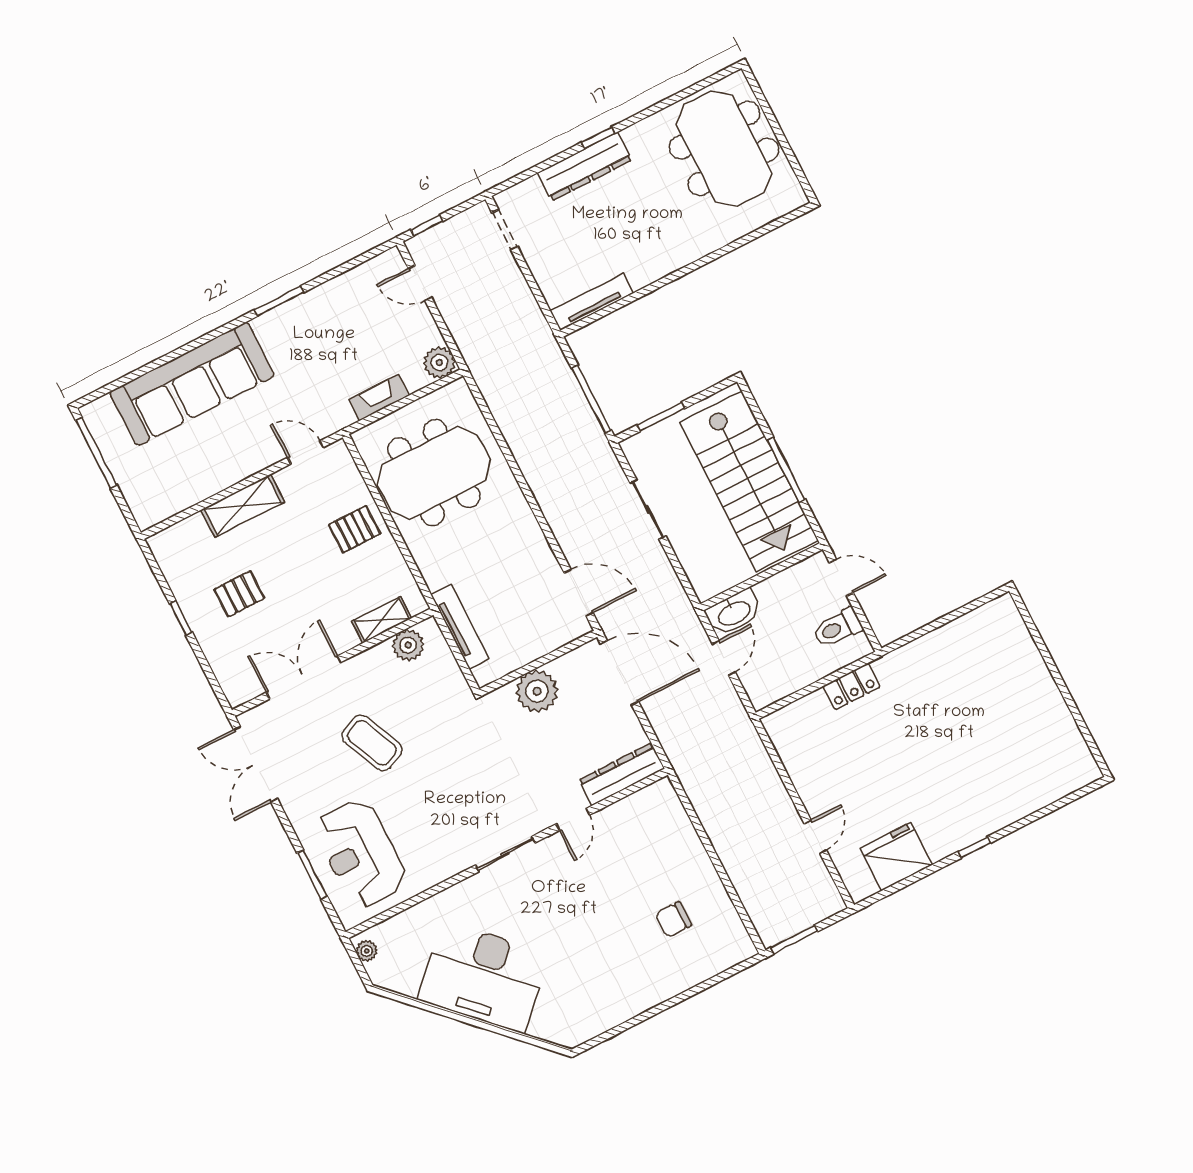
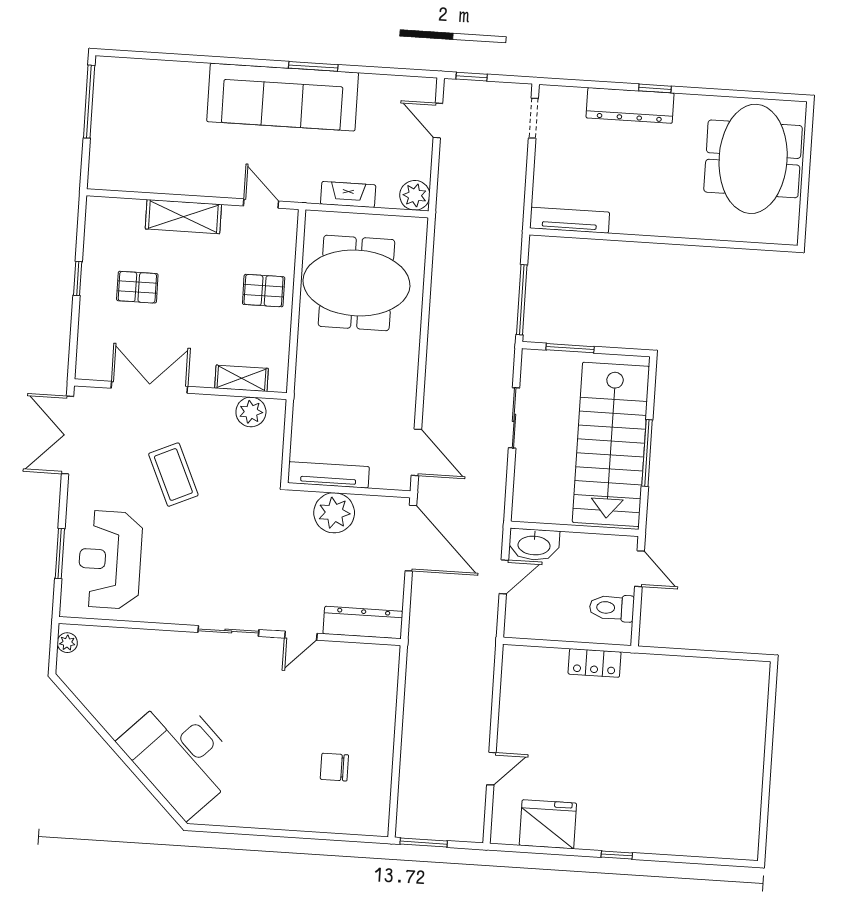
sofa: (192, 384) -> (283, 97), moved
tv unit: (460, 627) -> (328, 475), moved, turned -90
desk: (483, 977) -> (181, 755), moved

